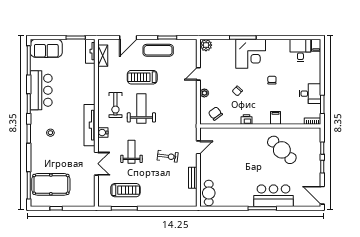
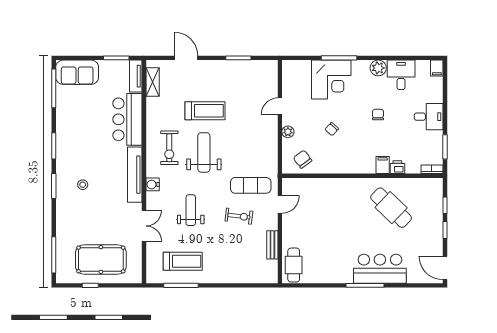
door: (128, 38) -> (186, 58), swing flipped
plant: (206, 45) -> (378, 68), moved
exercise mat: (158, 50) -> (251, 185), moved
desk: (300, 50) -> (401, 75), moved
corner desk: (251, 54) -> (331, 80), moved
treadmill: (142, 77) -> (205, 111), turned 180
bar counter: (41, 90) -> (127, 119), moved, turned 180
desk: (310, 94) -> (429, 117), moved
printer: (247, 120) -> (397, 167), moved
pool table: (51, 184) -> (101, 259), moved

